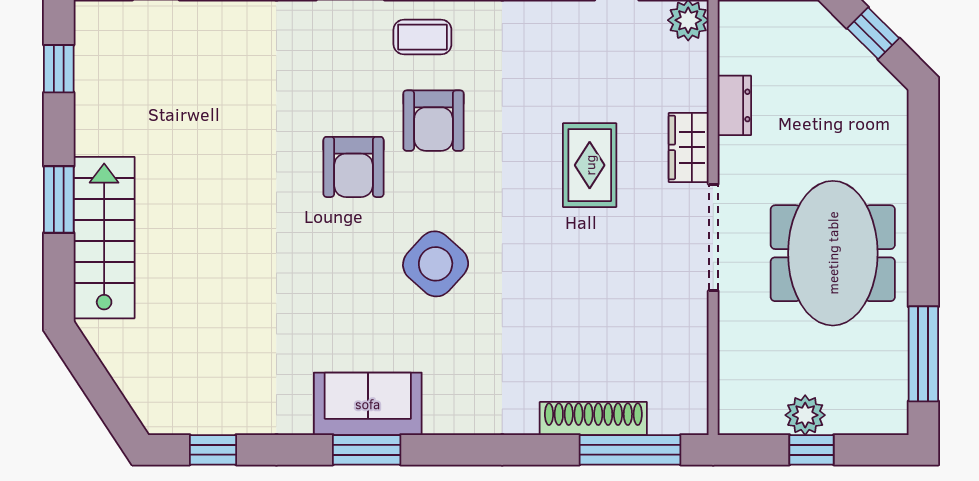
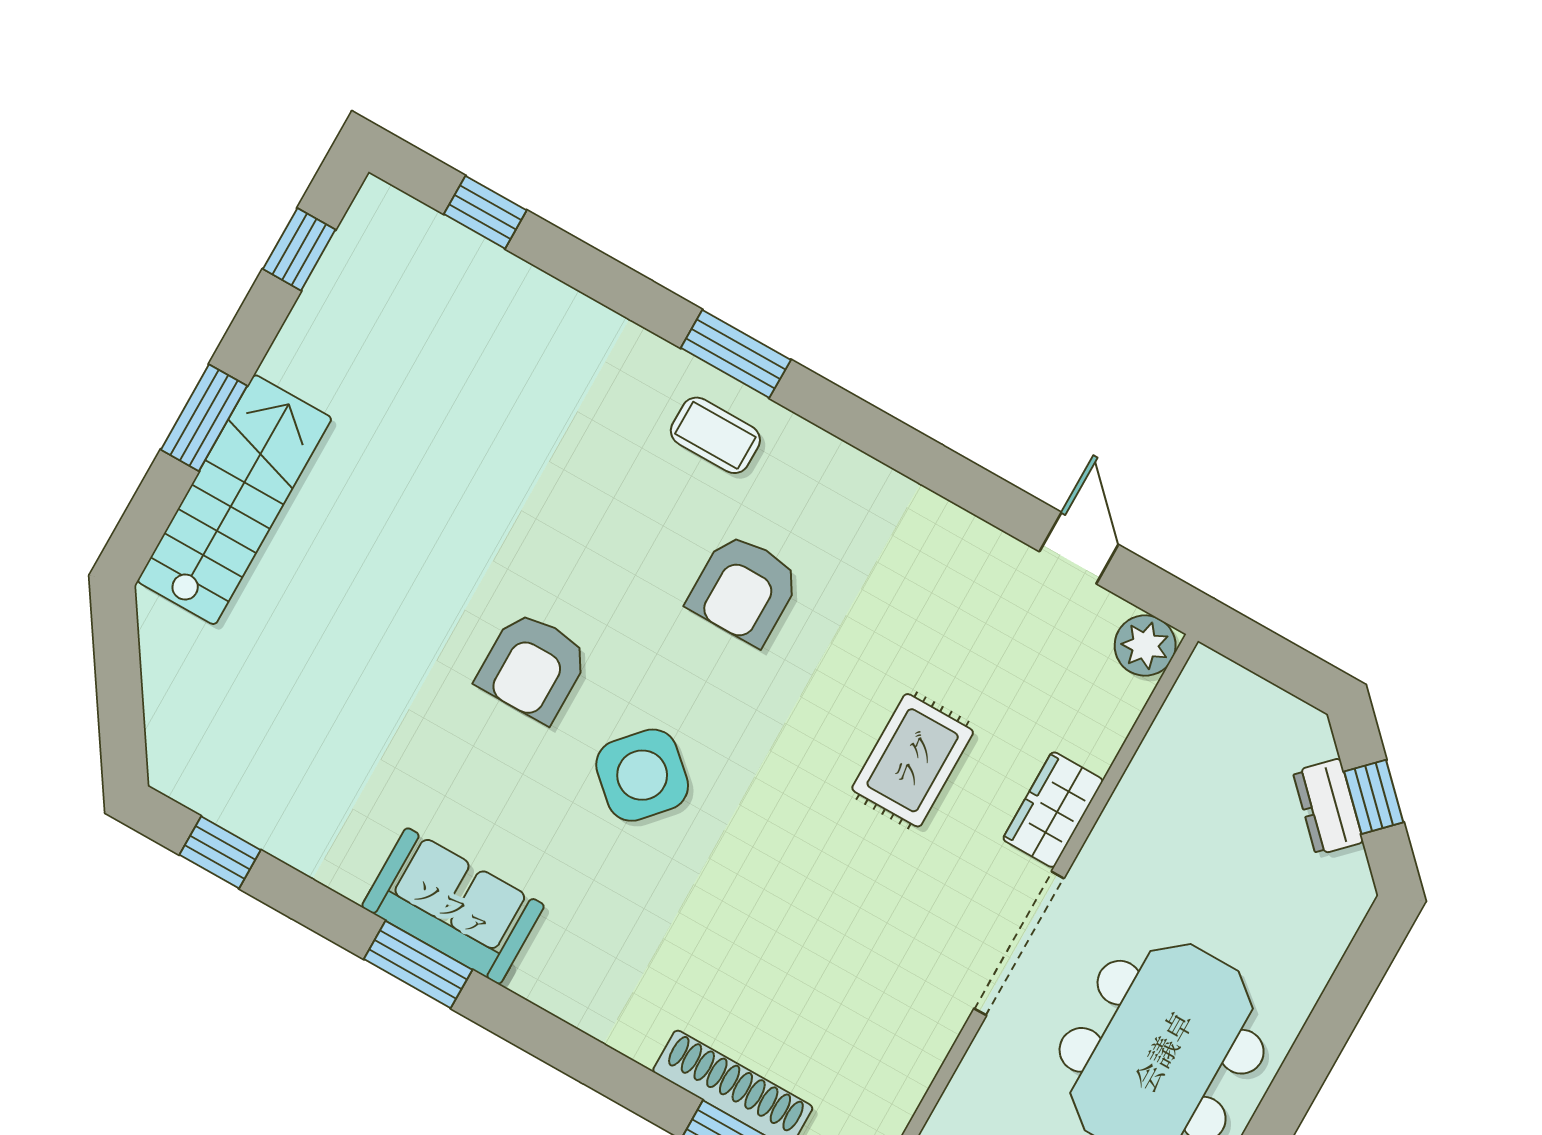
coffee table: (422, 37) -> (715, 435), moved
dresser: (734, 105) -> (1328, 807), moved, turned 135
armchair: (353, 167) -> (533, 667), moved

